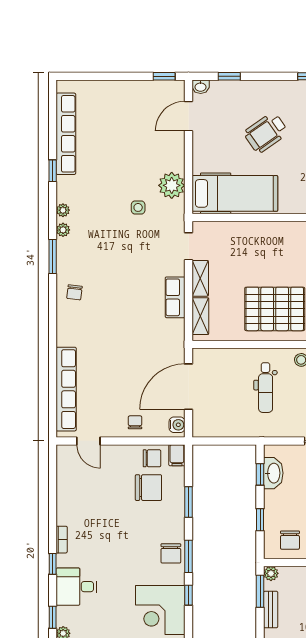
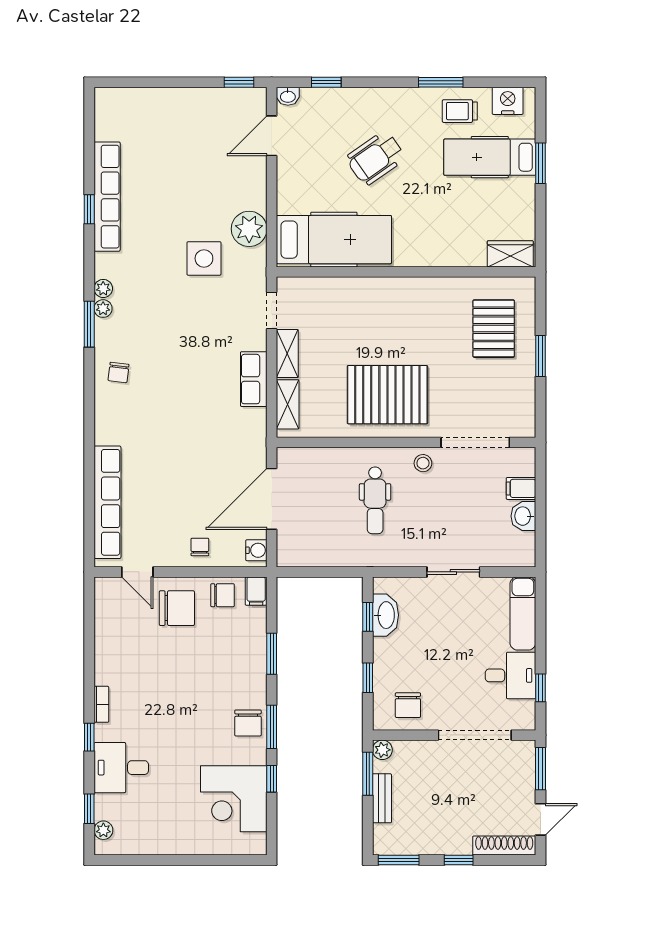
row of seats: (66, 134) -> (107, 197), moved
side table: (138, 207) -> (204, 258), width x1.87, depth x1.87
plant: (63, 210) -> (103, 309), moved
chair: (148, 488) -> (177, 608), moved

